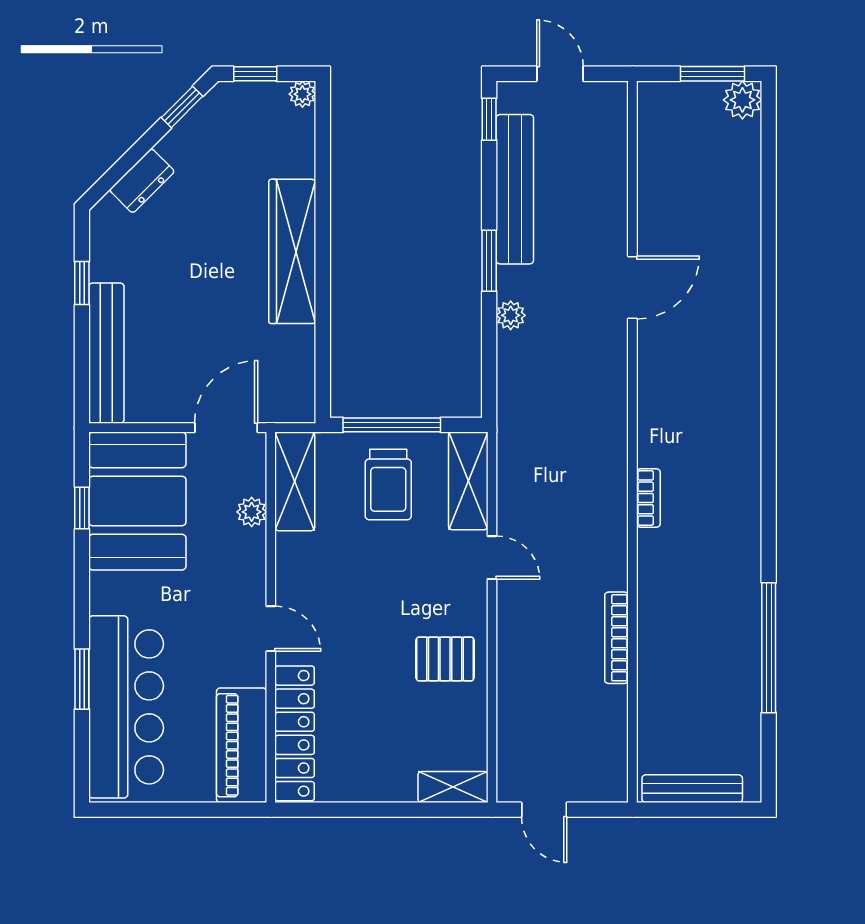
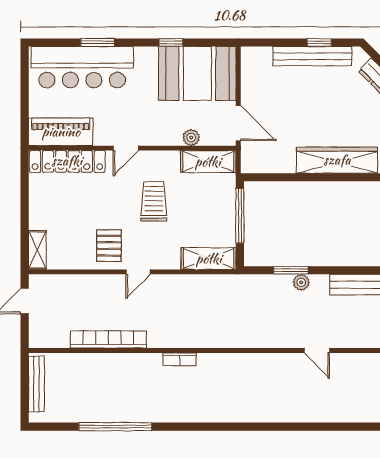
window: (489, 261) -> (291, 270), moved
door: (632, 287) -> (317, 350), width x0.73
bench: (106, 353) -> (312, 56), moved
trolley: (388, 484) -> (154, 201), moved, turned 90
bookcase: (648, 498) -> (180, 359), moved
window: (82, 508) -> (171, 42), moved
door: (492, 558) -> (138, 272), moved
bookcase: (616, 638) -> (108, 339), width x1.48, depth x1.31

